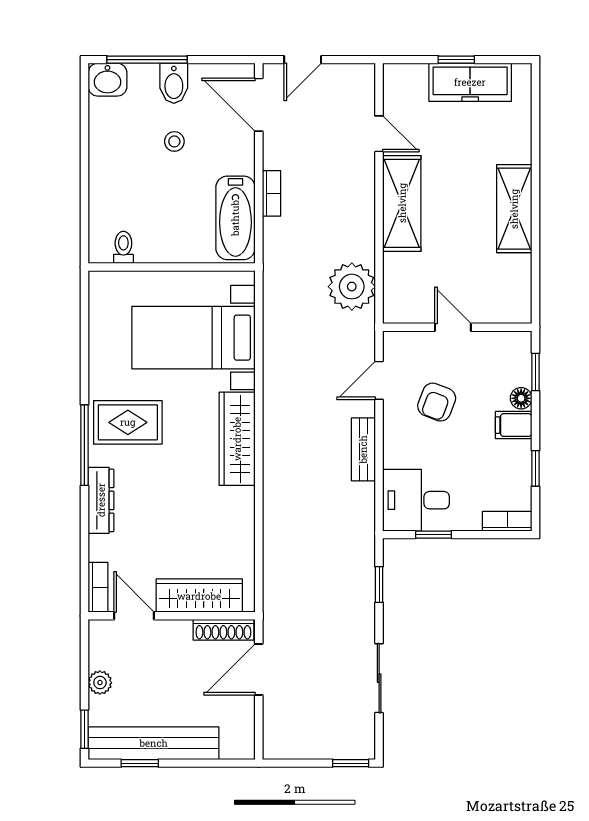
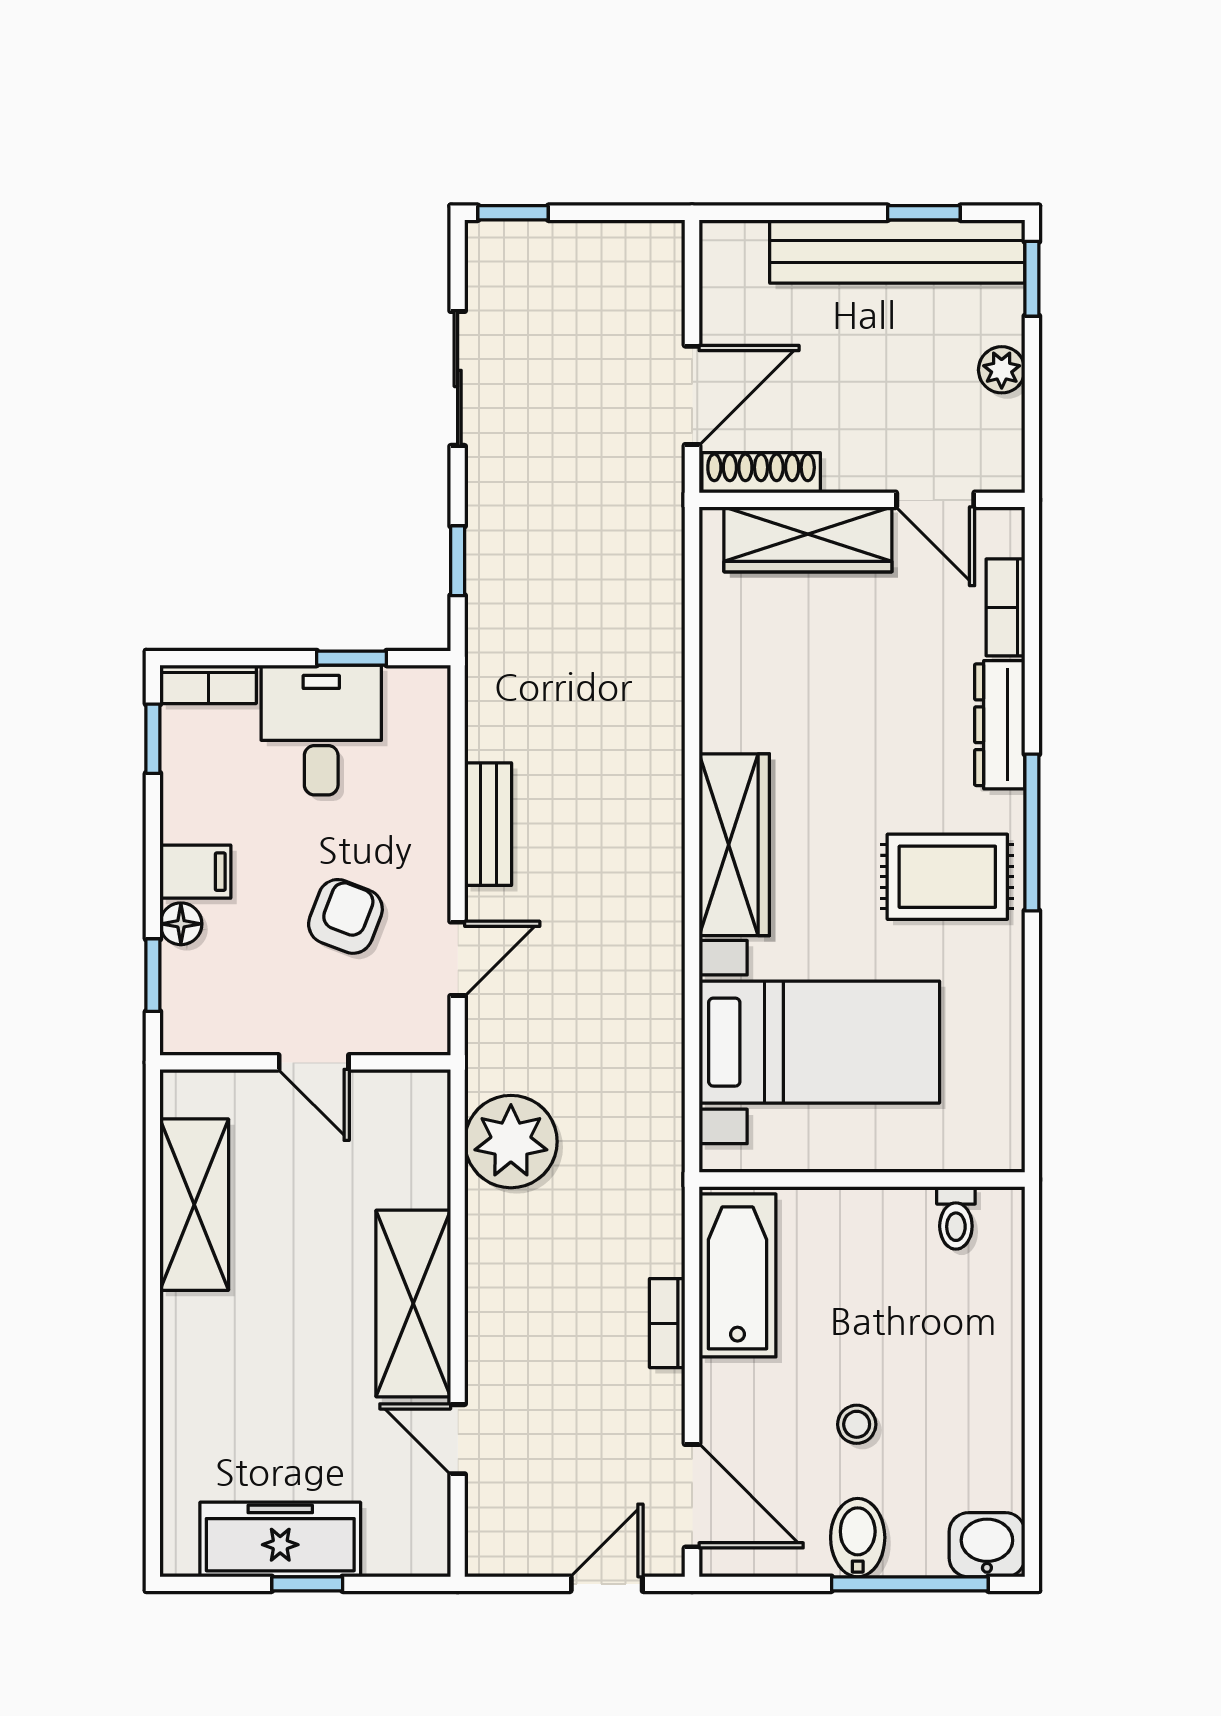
shelving: (514, 209) -> (194, 1205), moved
window: (535, 468) -> (153, 739), moved
desk: (416, 500) -> (321, 730), moved, turned -90
bookcase: (98, 587) -> (1005, 607), moved

